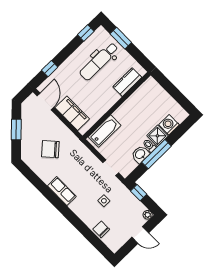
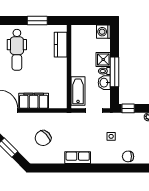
window: (121, 38) -> (37, 21), moved
kitchen counter: (127, 82) -> (61, 45), moved
wall: (117, 105) -> (69, 67), moved
washing machine: (169, 125) -> (103, 32), moved
bathtub: (105, 131) -> (78, 91), moved

